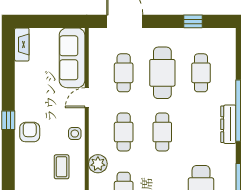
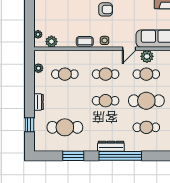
door: (87, 98) -> (129, 49), swing flipped
plant: (98, 164) -> (147, 56), moved
coffee table: (62, 167) -> (85, 41), moved

